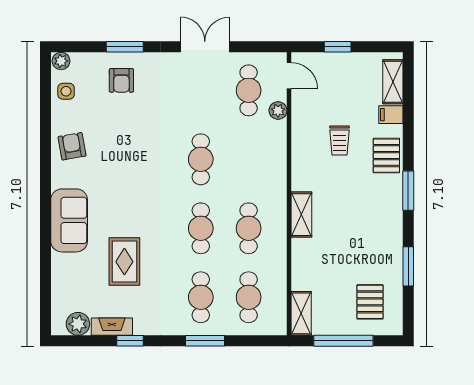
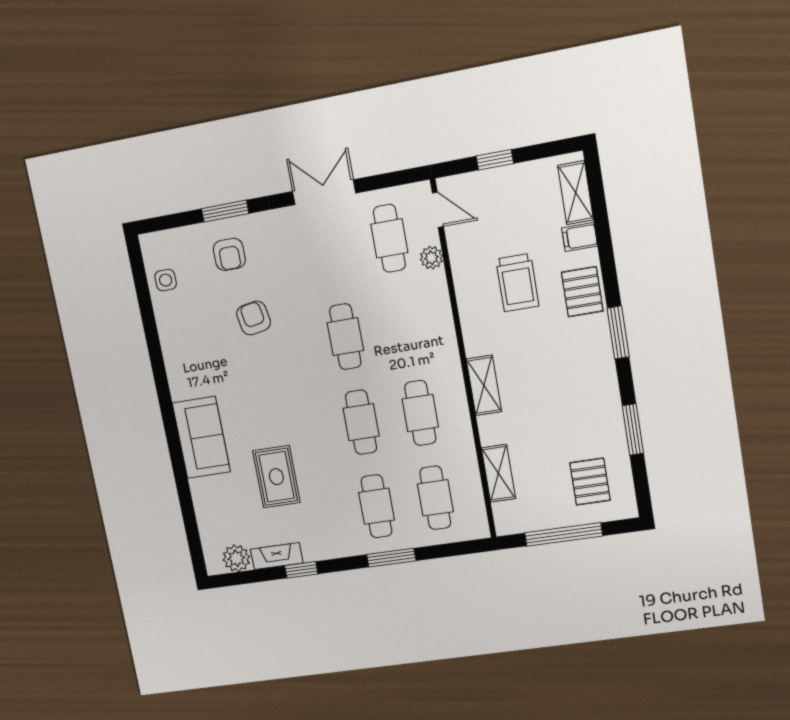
plant: (61, 61) -> (152, 243), removed
trolley: (339, 141) -> (517, 283), width x1.36, depth x1.39
armchair: (72, 146) -> (254, 318), moved
shelving: (301, 313) -> (498, 473), moved

